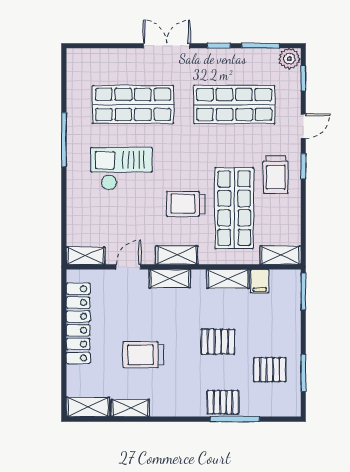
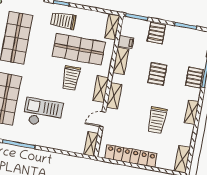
checkout: (121, 169) -> (43, 113), turned 90
trolley: (276, 175) -> (63, 21), turned 180
door: (128, 267) -> (103, 119), hinge flipped
pallet: (270, 370) -> (156, 33), moved
shelving: (130, 408) -> (192, 112), moved

